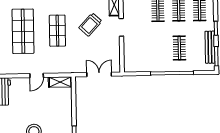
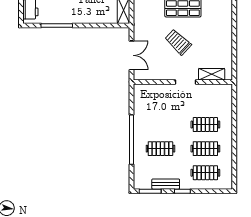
trolley: (90, 24) -> (178, 42), moved
bench: (210, 47) -> (166, 184), width x0.73

